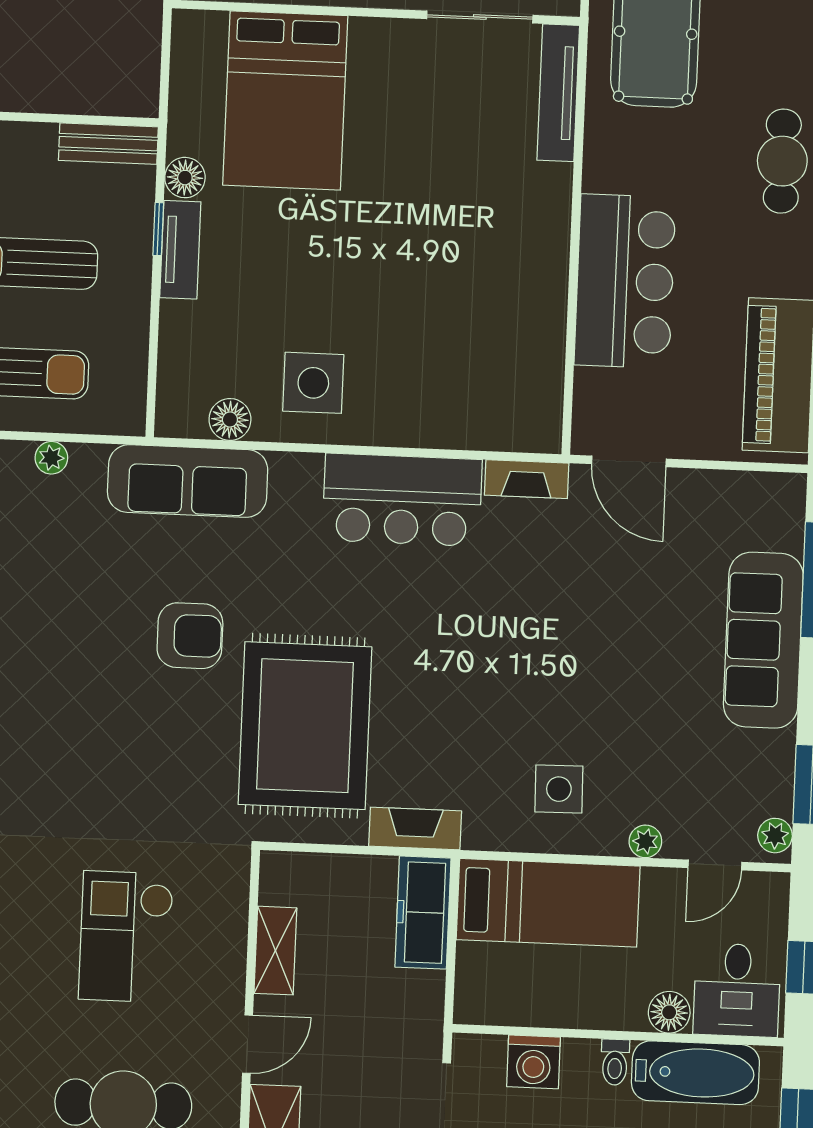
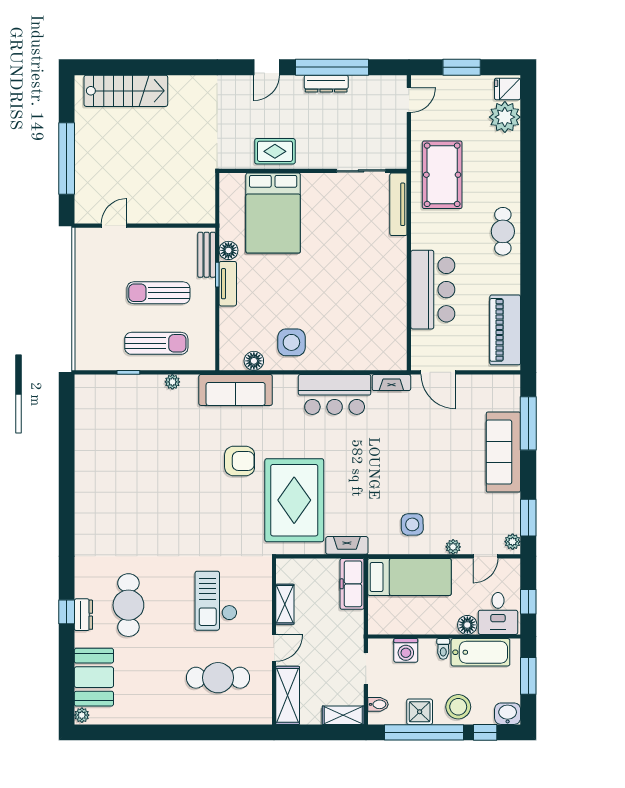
bench: (108, 144) -> (207, 255), moved, turned 90

